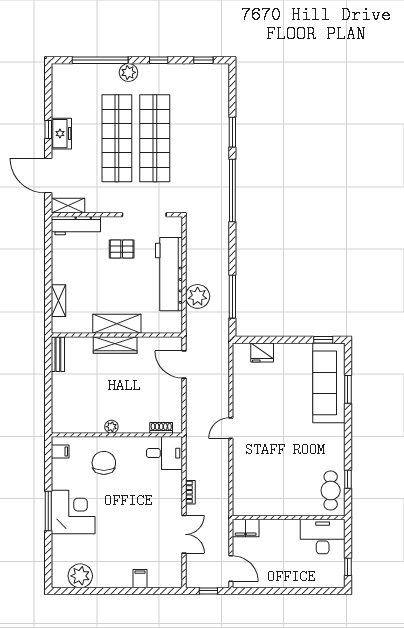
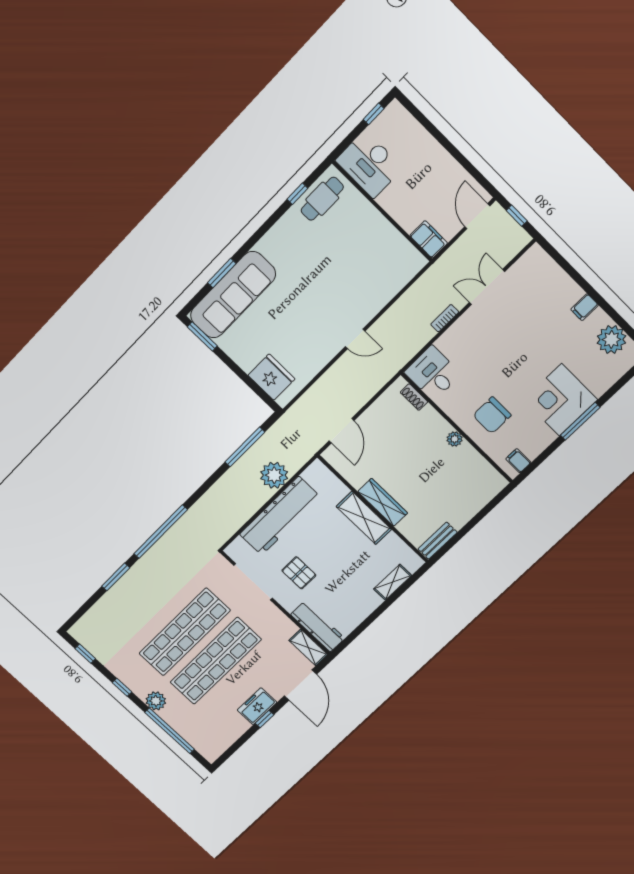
window: (323, 340) -> (202, 336), width x1.50
fridge: (262, 352) -> (271, 377), width x1.36, depth x1.34
filing cabinet: (140, 579) -> (585, 307), moved

